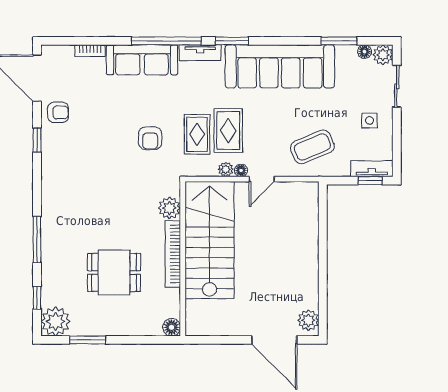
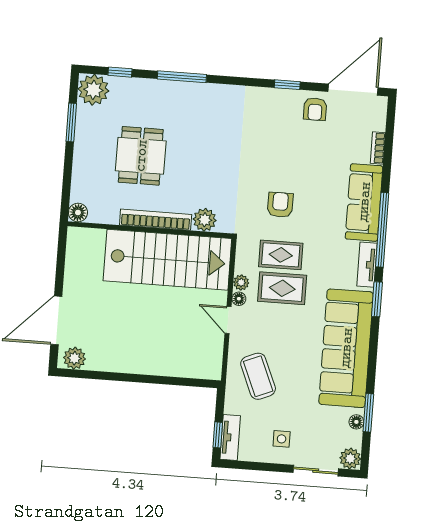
floor lamp: (365, 52) -> (356, 422), moved
armchair: (150, 138) -> (280, 205), turned 90

